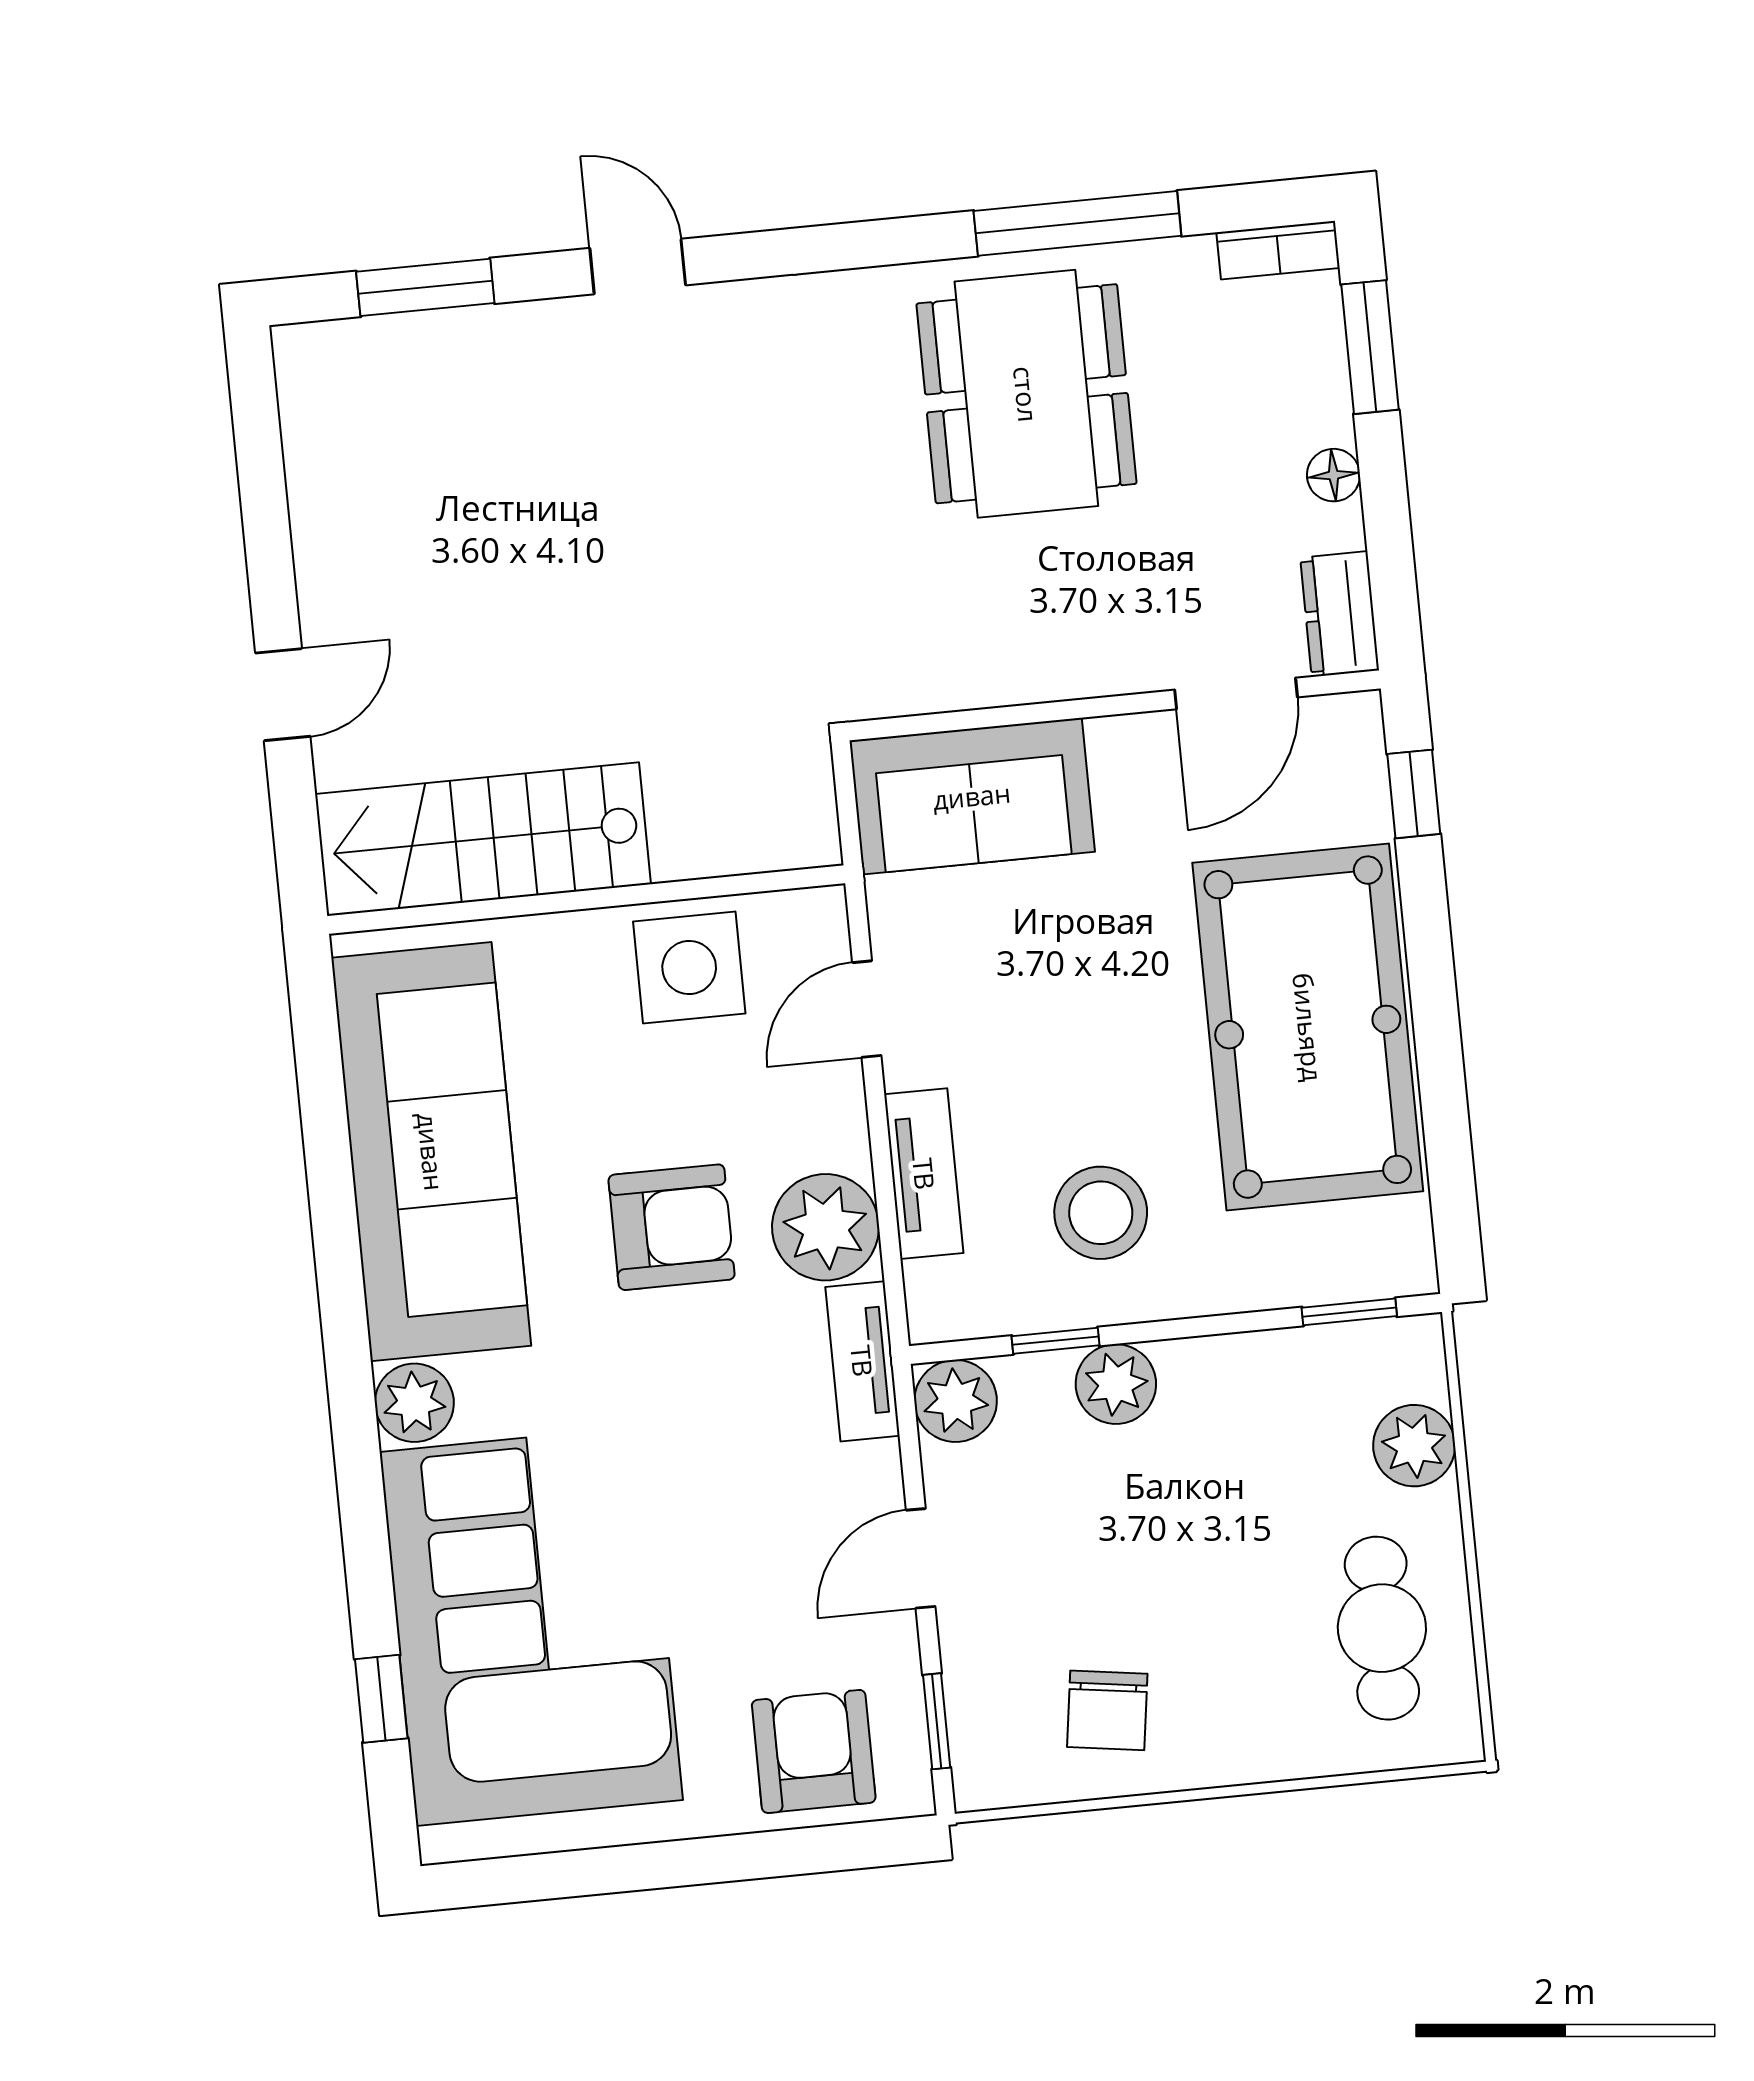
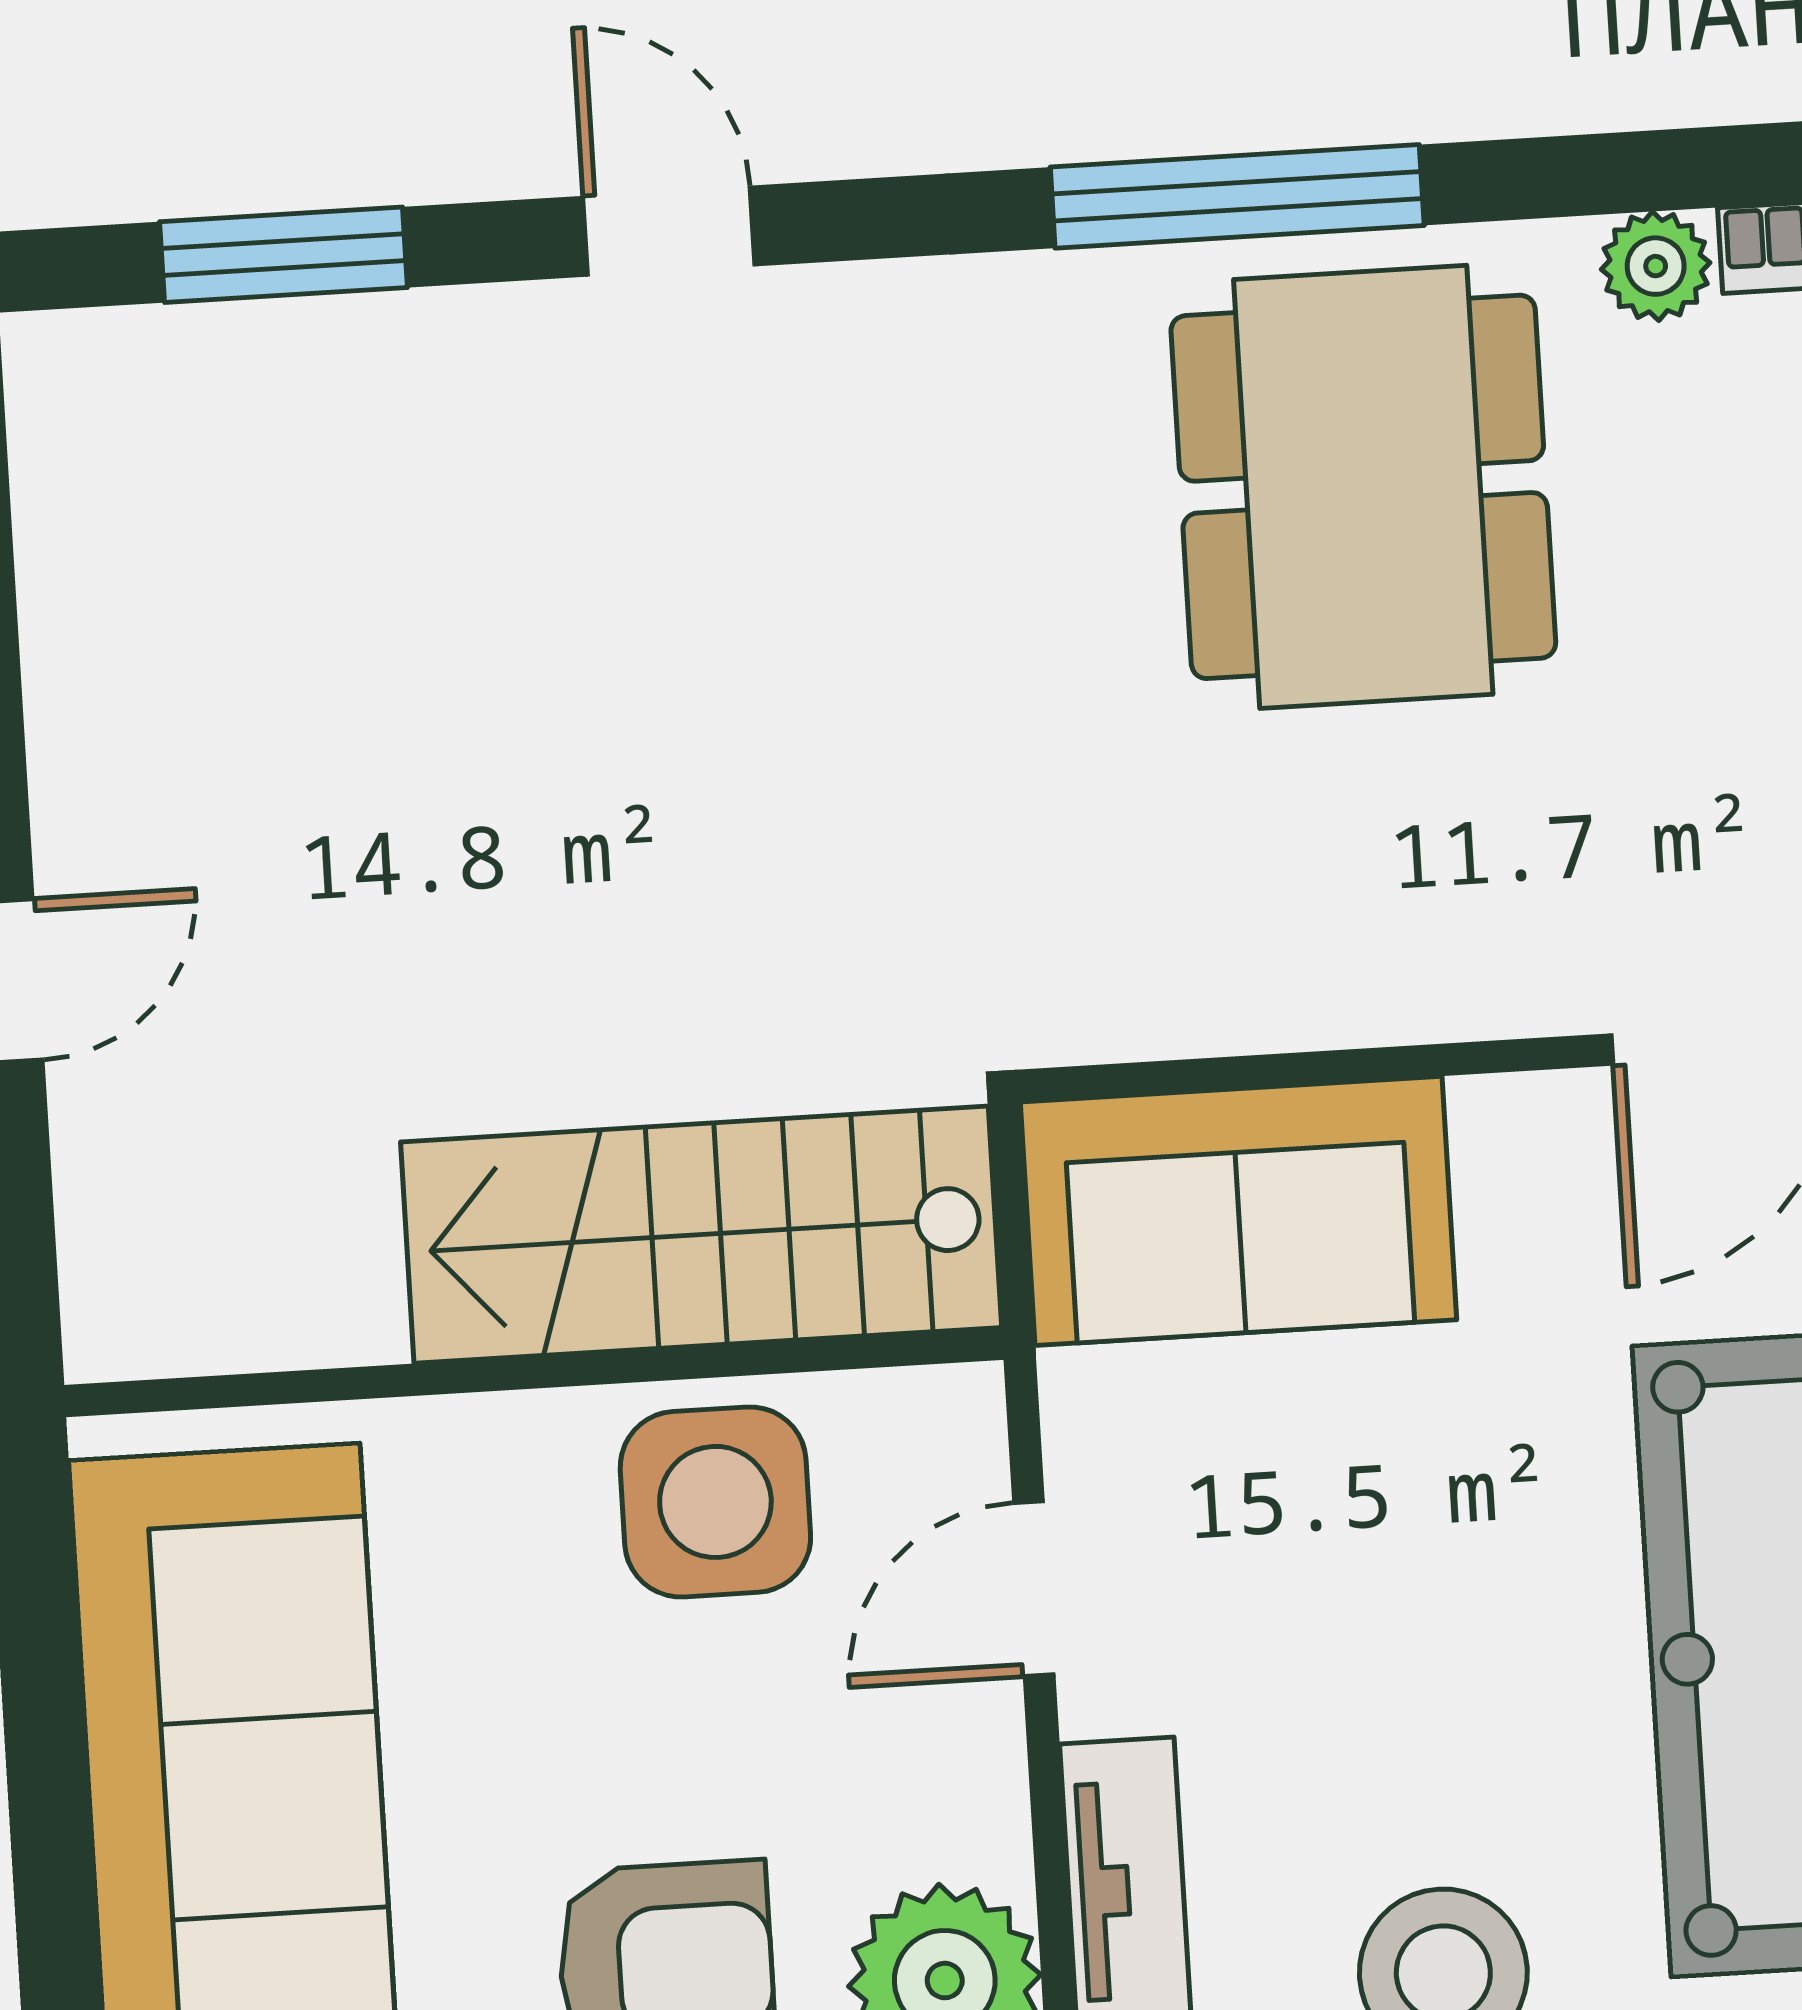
window: (1077, 223) -> (1237, 196), moved
plant: (1183, 266) -> (1656, 266), added
stairs: (483, 839) -> (701, 1235), moved

